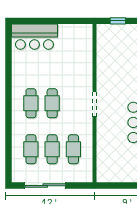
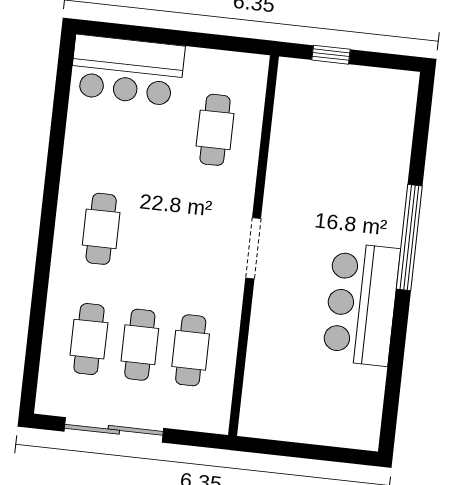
cafe table: (52, 103) -> (215, 130), moved

